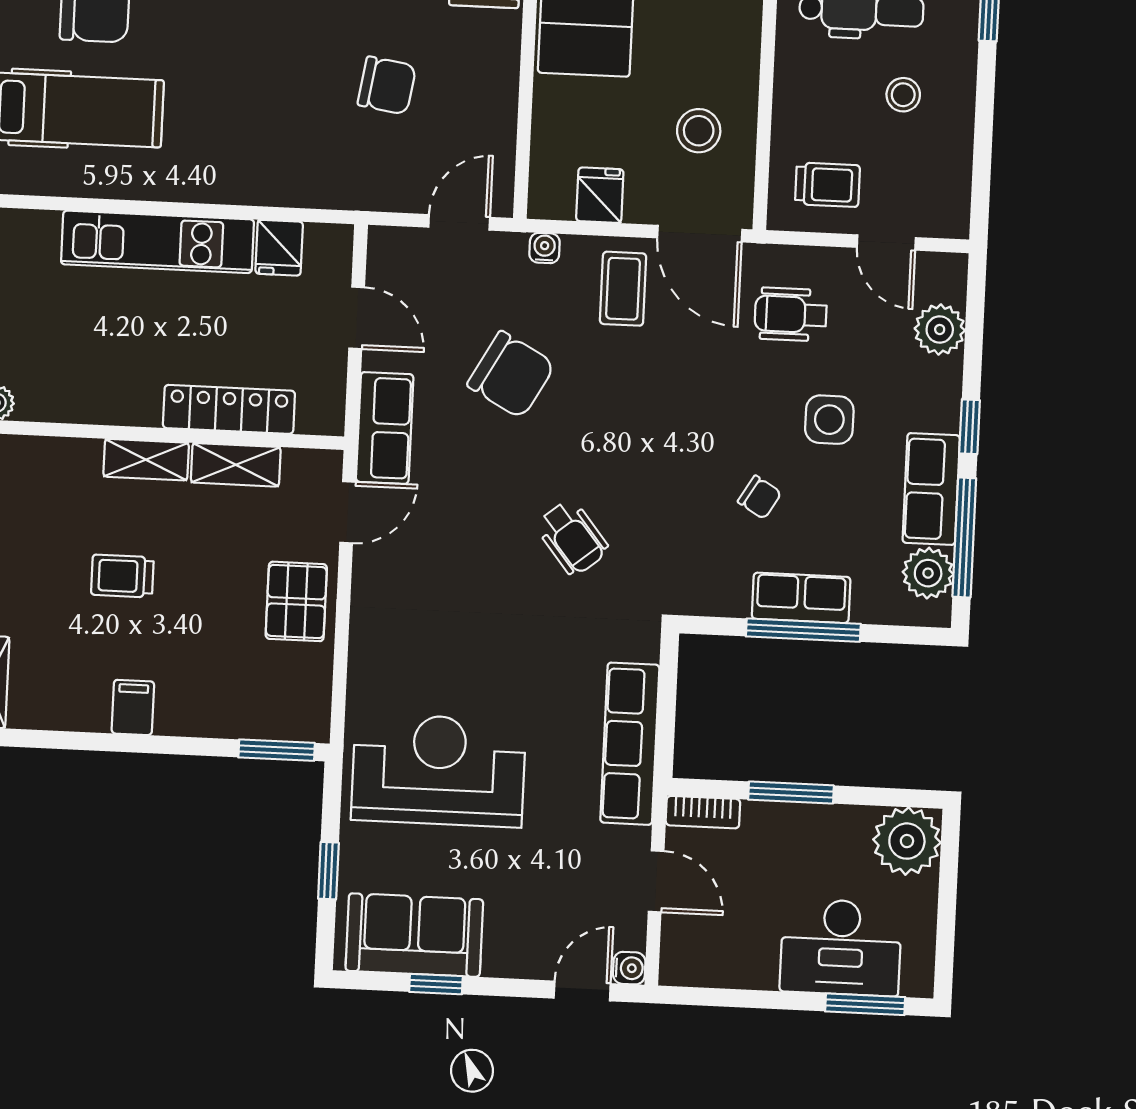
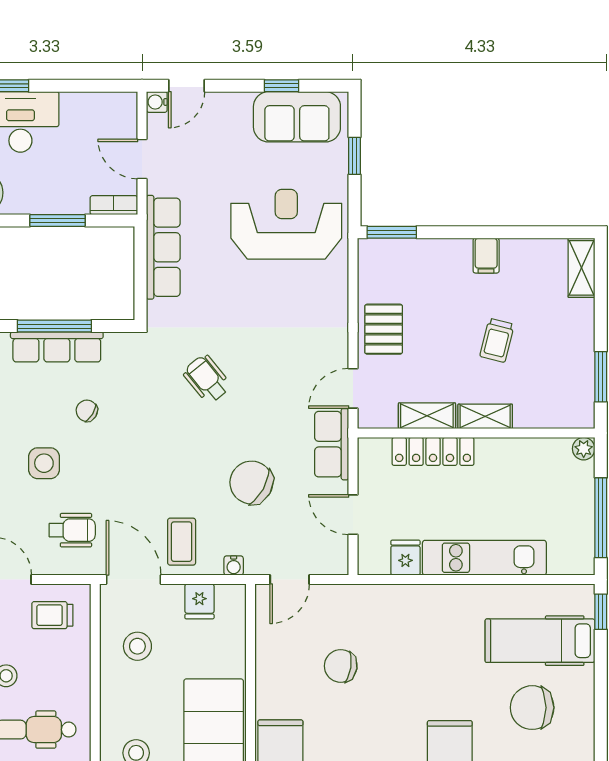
trolley: (122, 576) -> (497, 340), turned 104
row of seats: (801, 598) -> (57, 347), width x1.48
reception desk: (439, 770) -> (286, 224), turned 180

